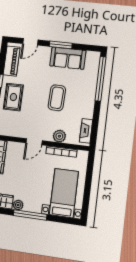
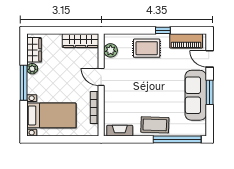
sofa: (68, 58) -> (196, 95), width x1.36
coffee table: (57, 98) -> (155, 125), moved
plant: (59, 136) -> (111, 50), moved

